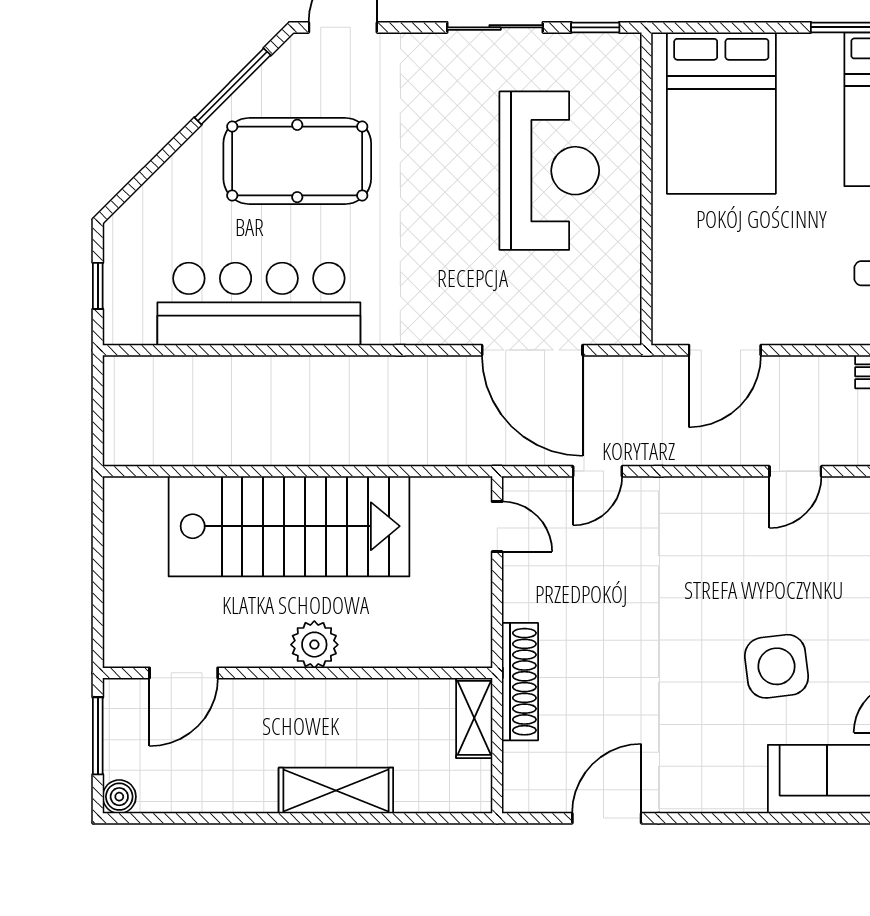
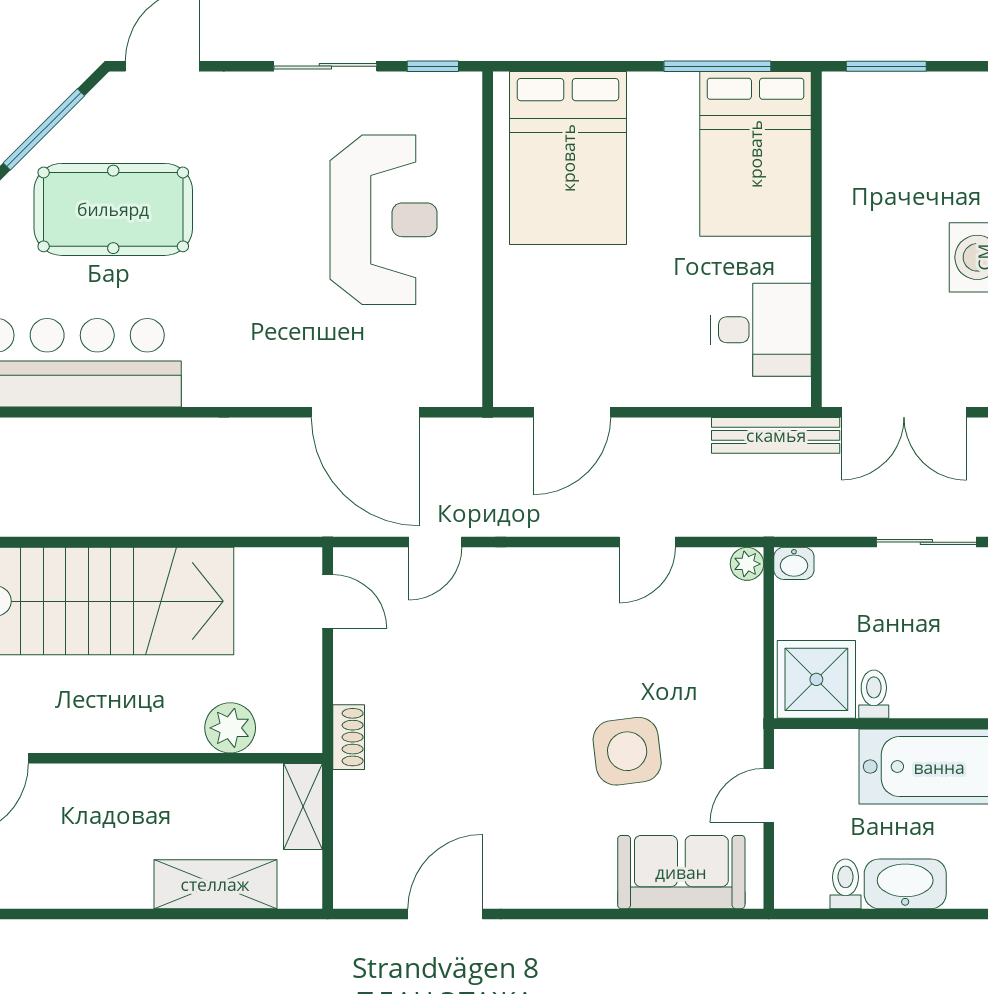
plant: (314, 645) -> (230, 728), moved
shoe rack: (520, 682) -> (349, 737), width x0.51, depth x0.81
shelving: (336, 790) -> (215, 884), moved

